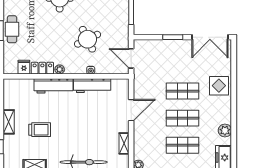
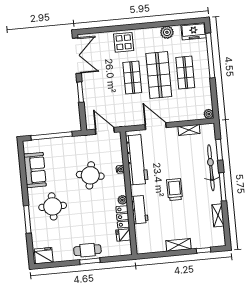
round table: (87, 39) -> (90, 175), turned 36
door: (131, 58) -> (105, 131), swing flipped
workbench: (53, 86) -> (140, 210), width x0.73
workbench: (92, 86) -> (137, 160), width x1.36, depth x1.32
shop shelf: (182, 118) -> (159, 75), width x1.43, depth x1.36
trolley: (40, 130) -> (175, 190), moved

